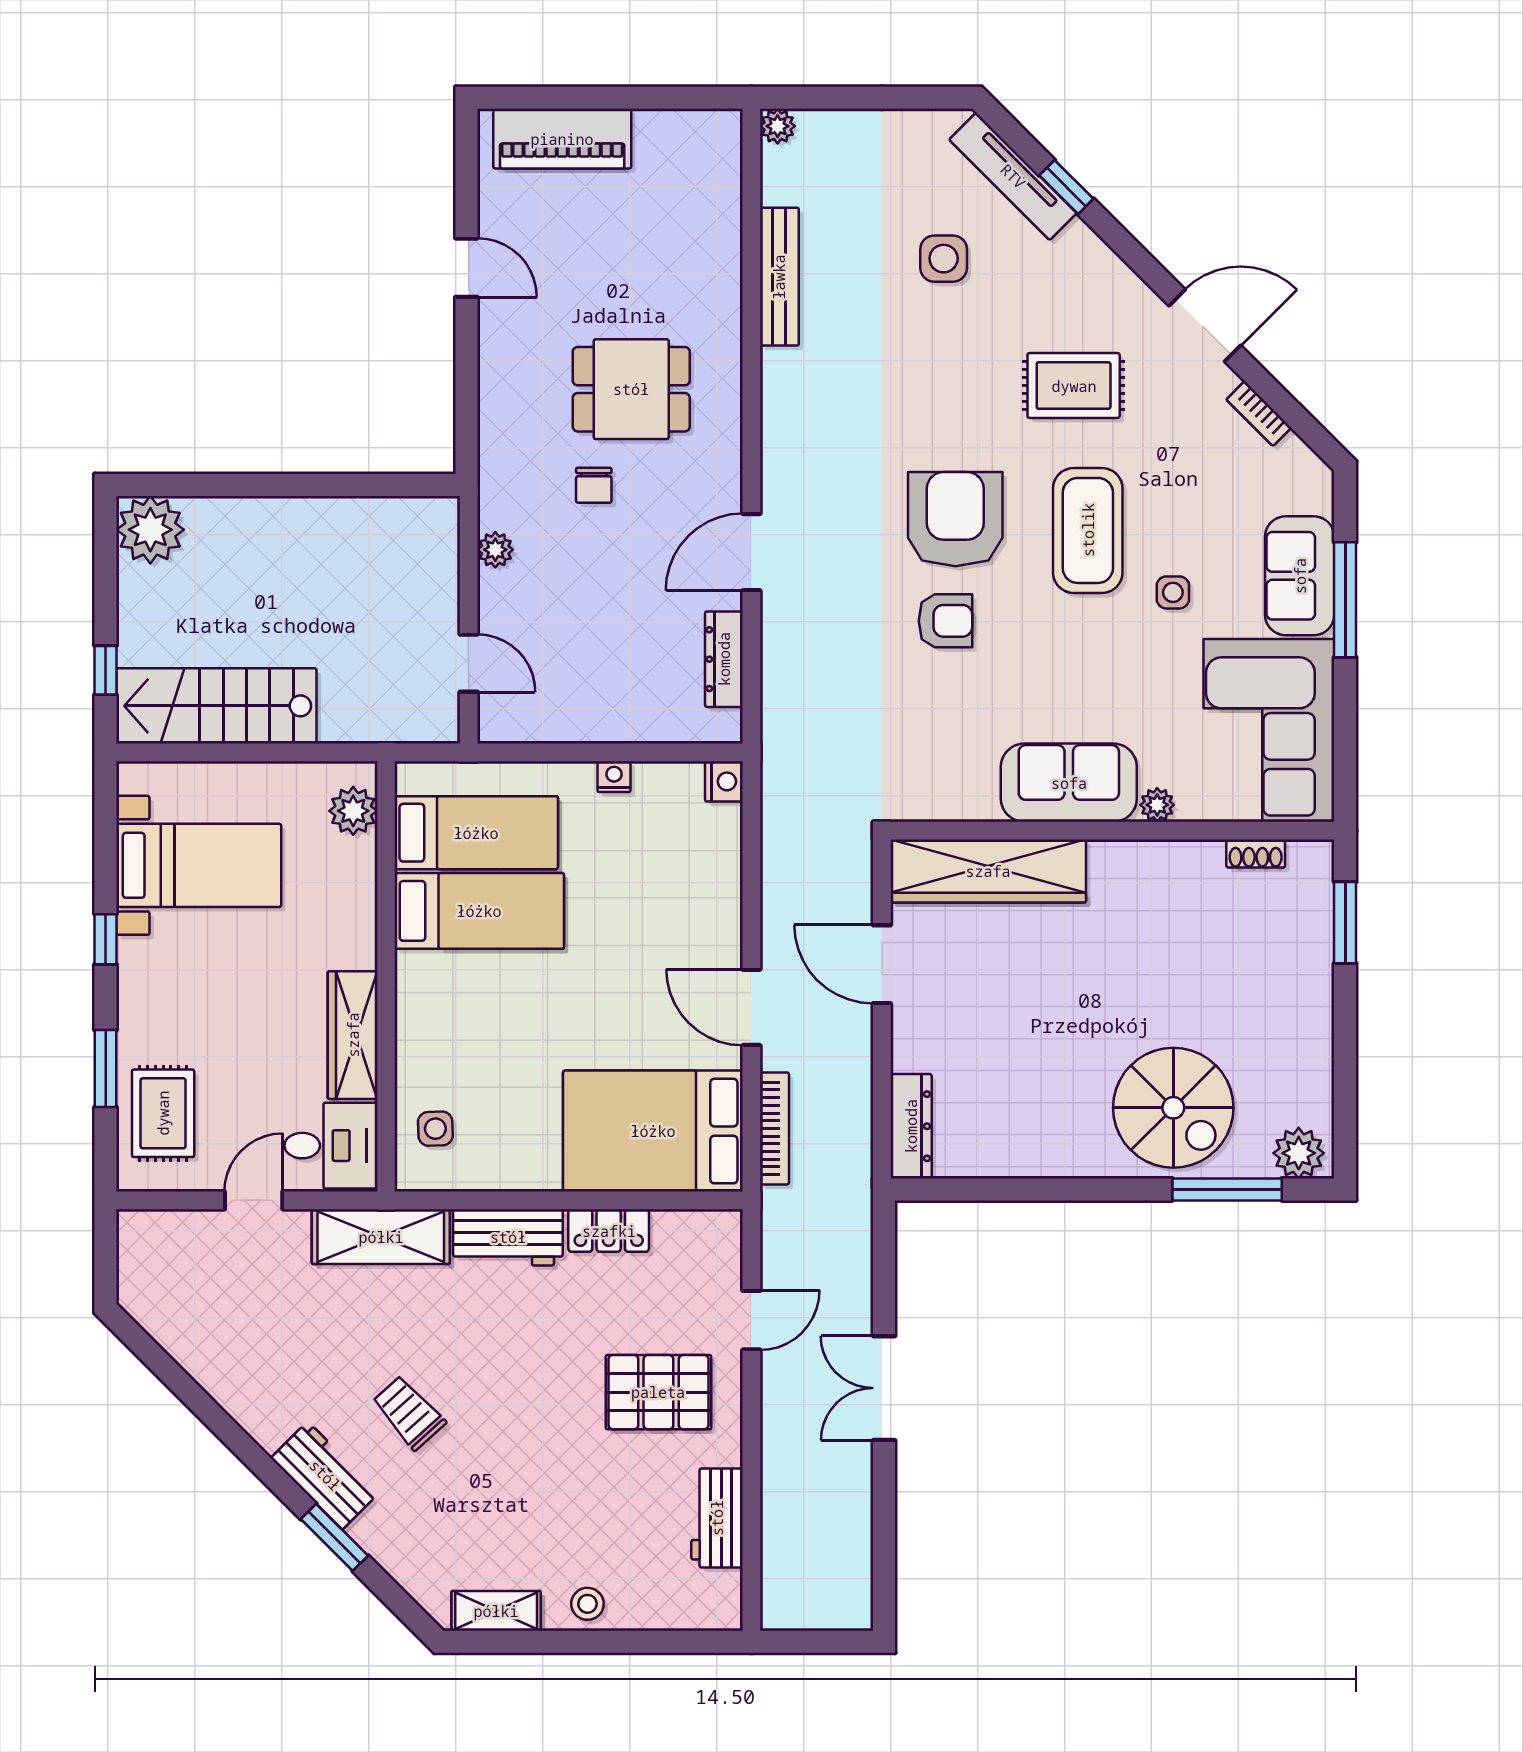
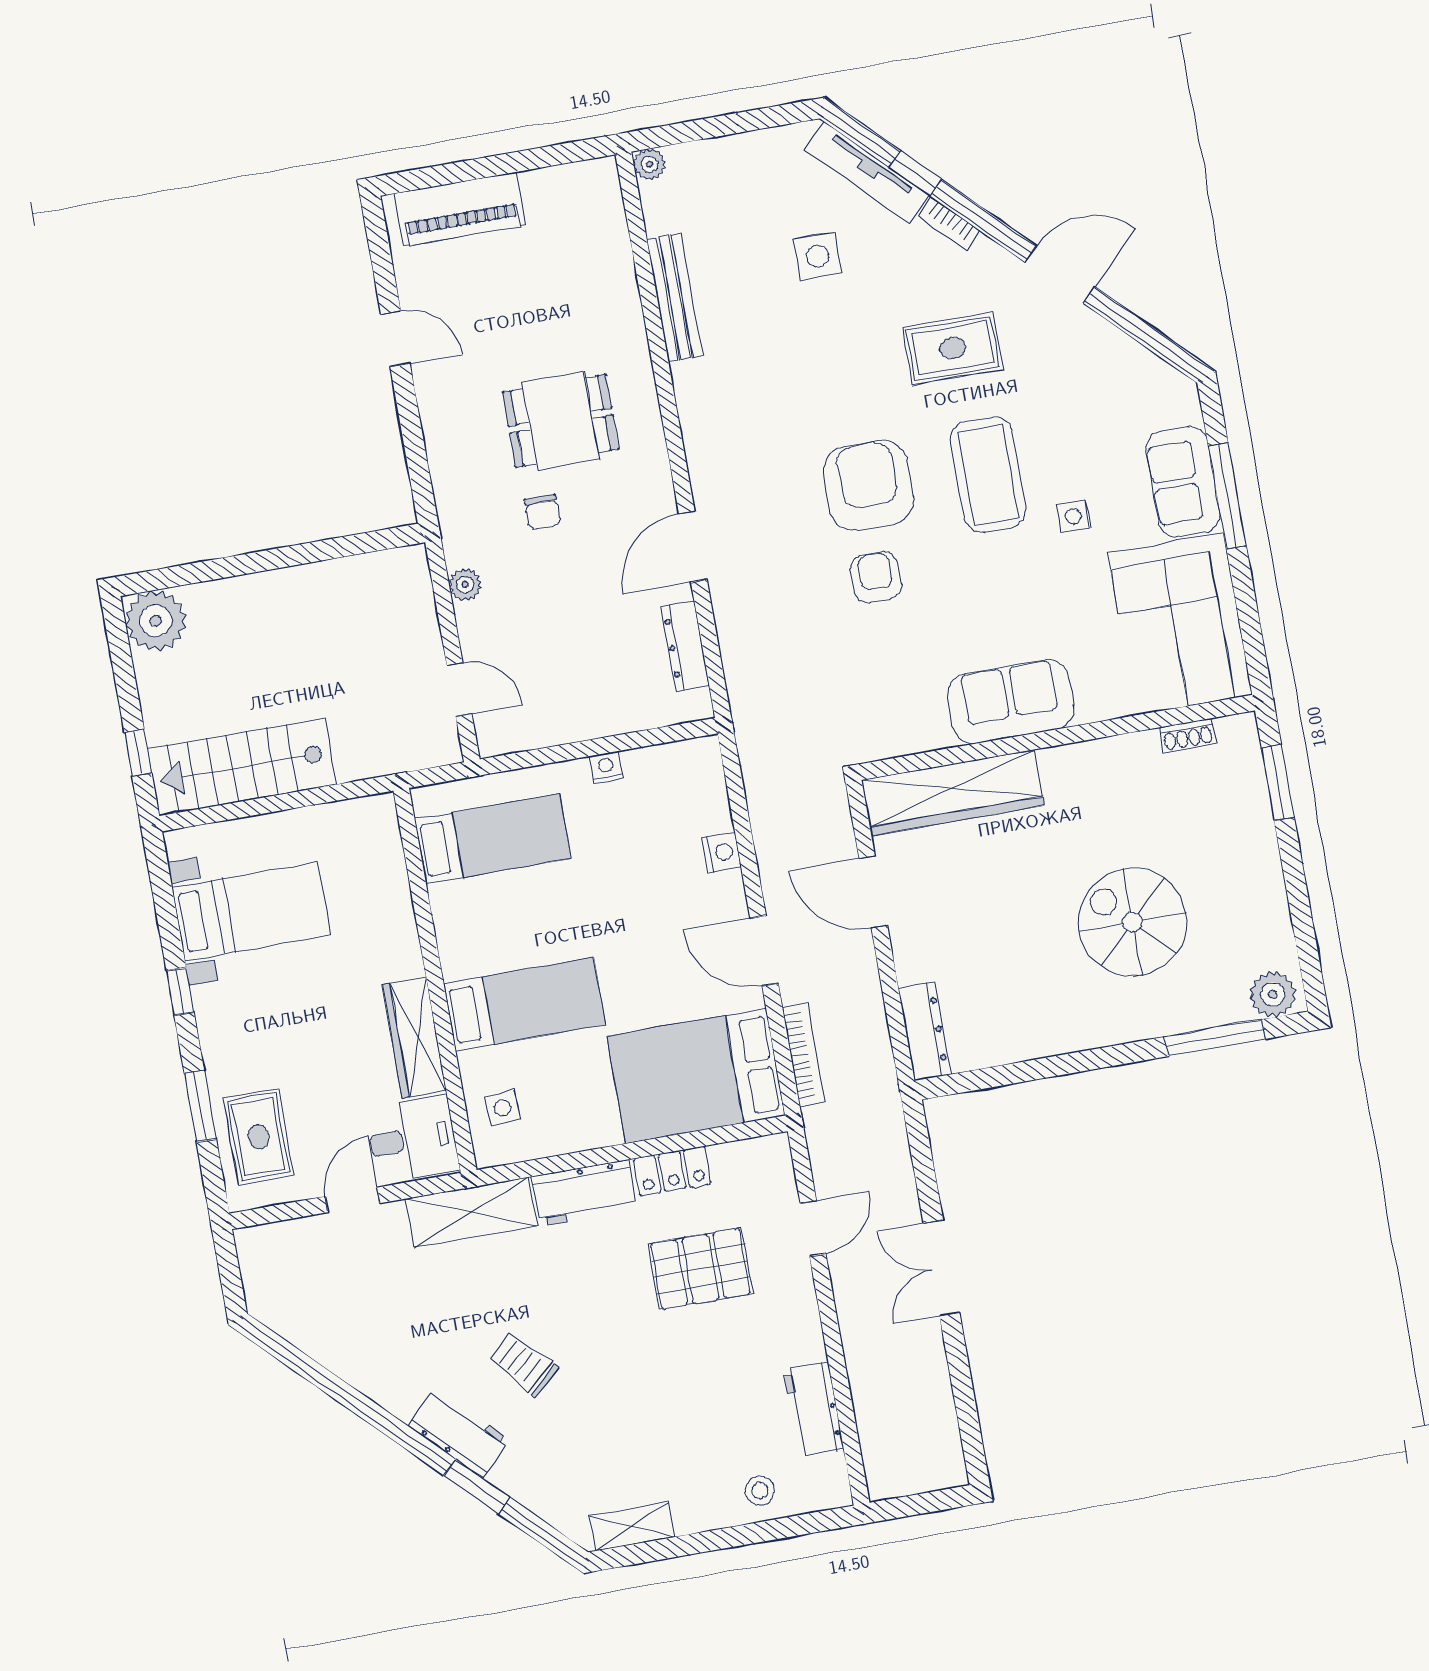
bookcase: (1259, 414) -> (949, 223), moved
armchair: (945, 621) -> (876, 577), turned -90
nightstand: (724, 781) -> (722, 852), moved
plant: (1157, 805) -> (1093, 707), removed
plant: (353, 811) -> (380, 839), removed
bed: (479, 911) -> (524, 1004), moved
spiral stairs: (1173, 1108) -> (1132, 922), moved, turned 180
pallet: (658, 1392) -> (700, 1269), moved
stool: (587, 1604) -> (760, 1490), moved

